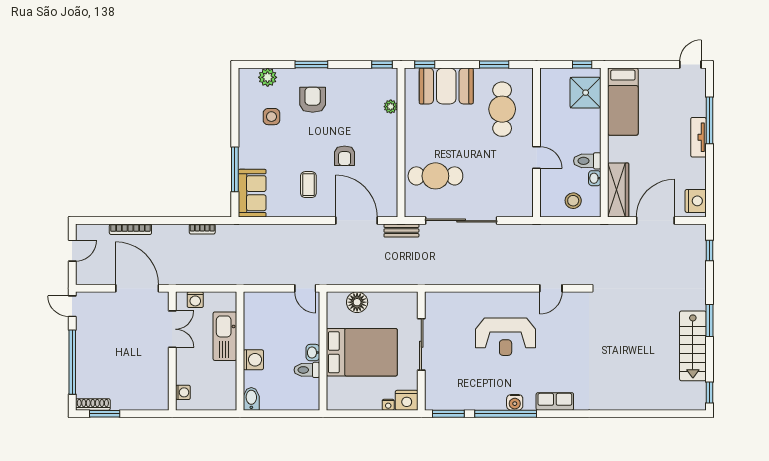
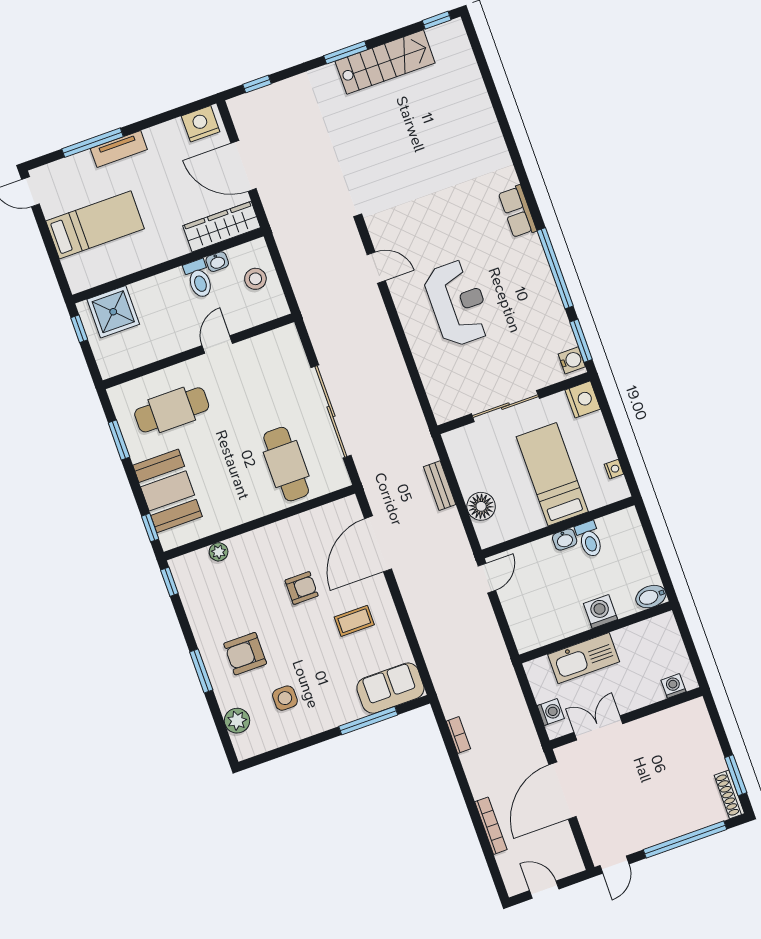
bed: (623, 102) -> (95, 225), moved
bench: (401, 231) -> (440, 486), moved
bed: (362, 352) -> (552, 474), width x0.67
water cooler: (515, 402) -> (572, 360), moved
nightstand: (388, 405) -> (614, 469), moved

